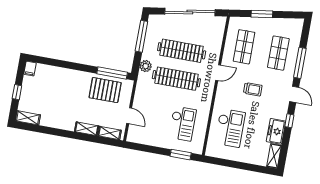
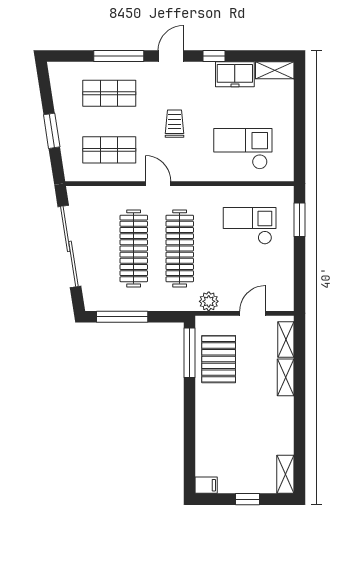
plant: (146, 66) -> (209, 301), moved

